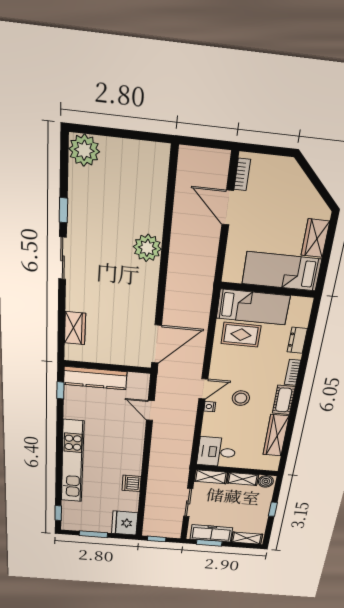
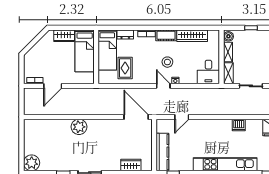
bed: (253, 307) -> (107, 50), moved, turned 180

